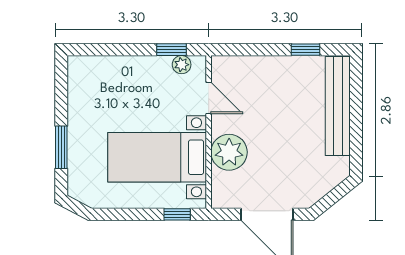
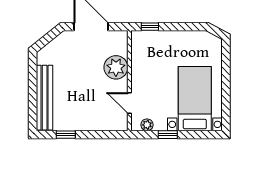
window: (172, 50) -> (168, 135), moved
window: (61, 147) -> (226, 71), removed
bed with nightstands: (157, 157) -> (195, 99), moved, turned -90

